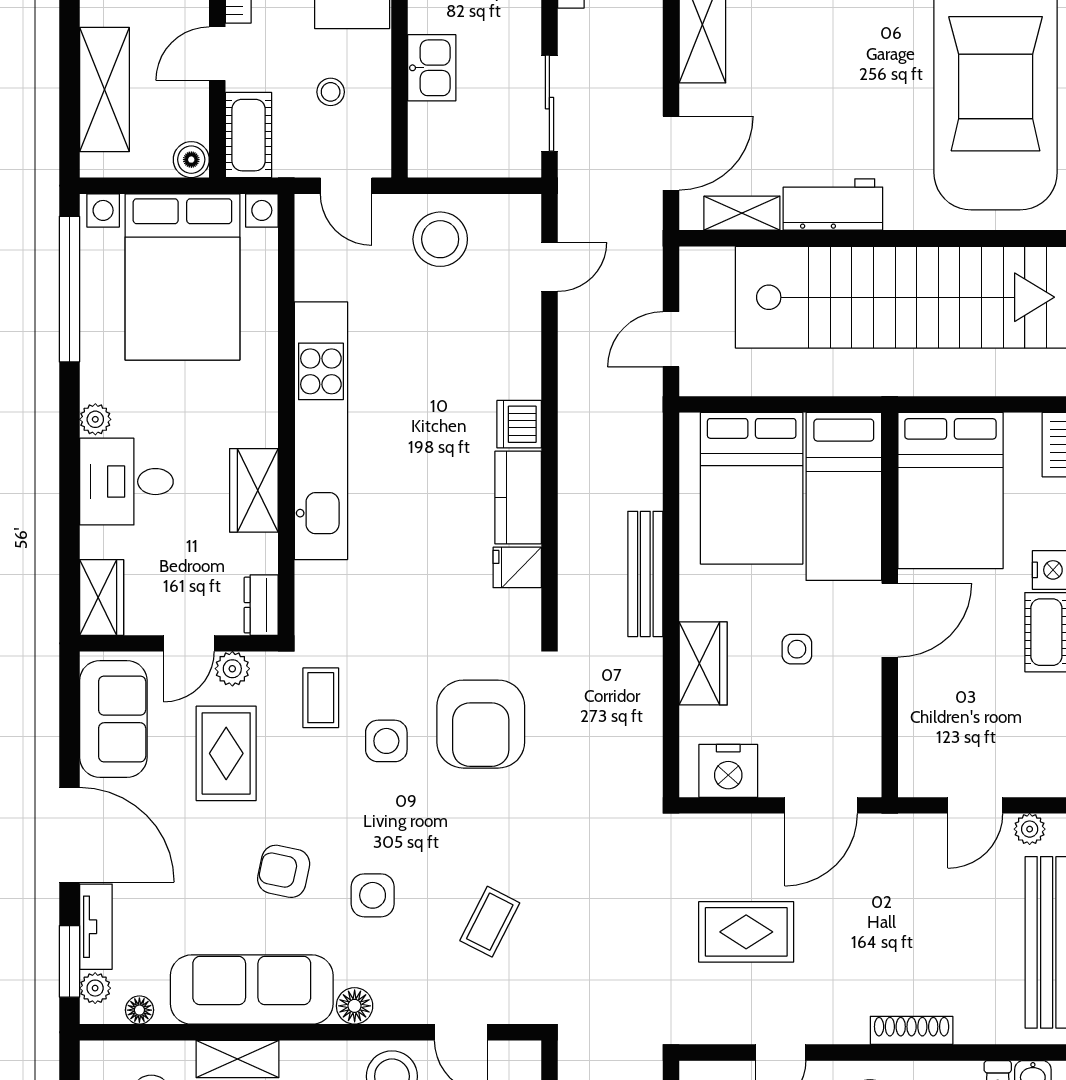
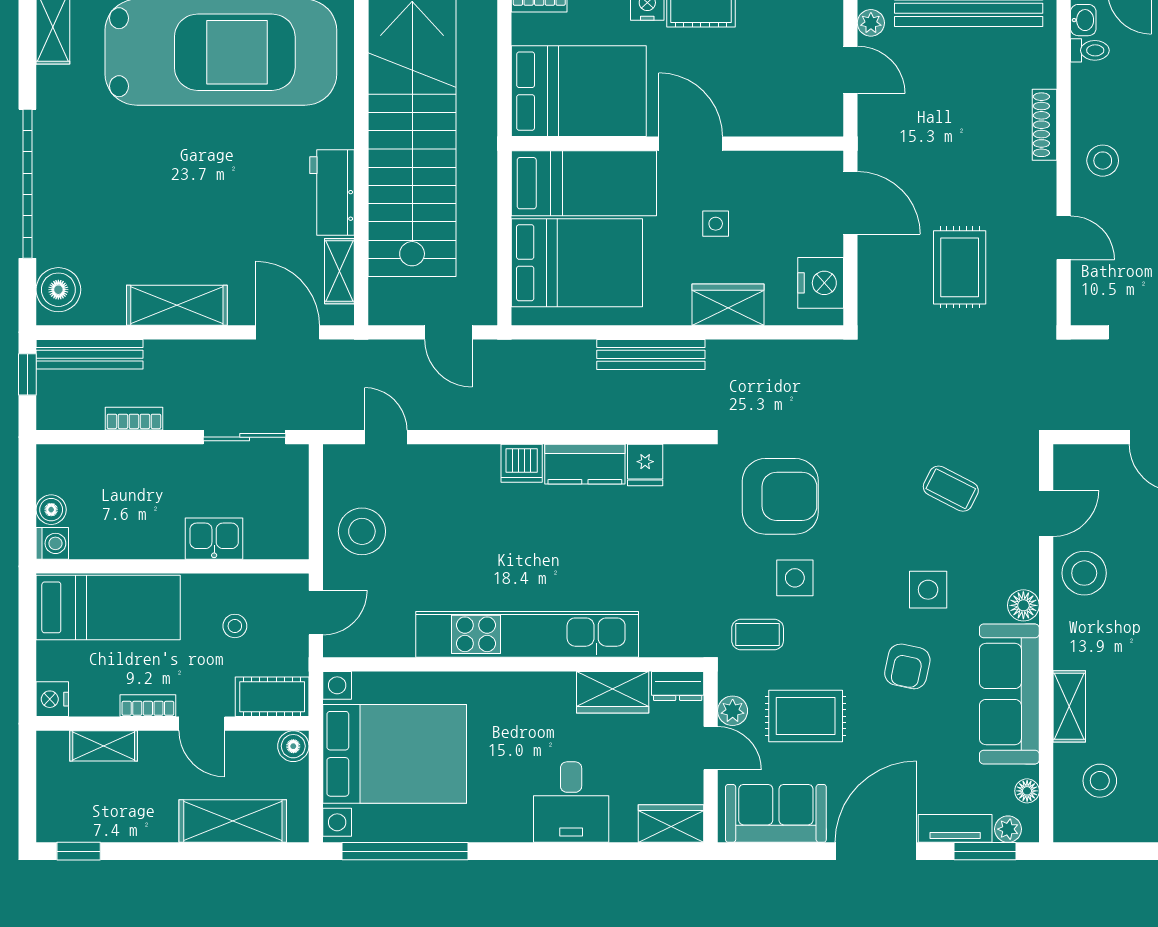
plant: (95, 419) -> (517, 829), removed
wardrobe: (254, 490) -> (613, 692), moved

